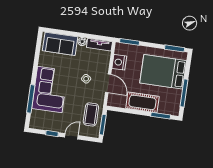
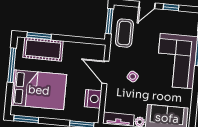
cot: (142, 102) -> (43, 49), moved

